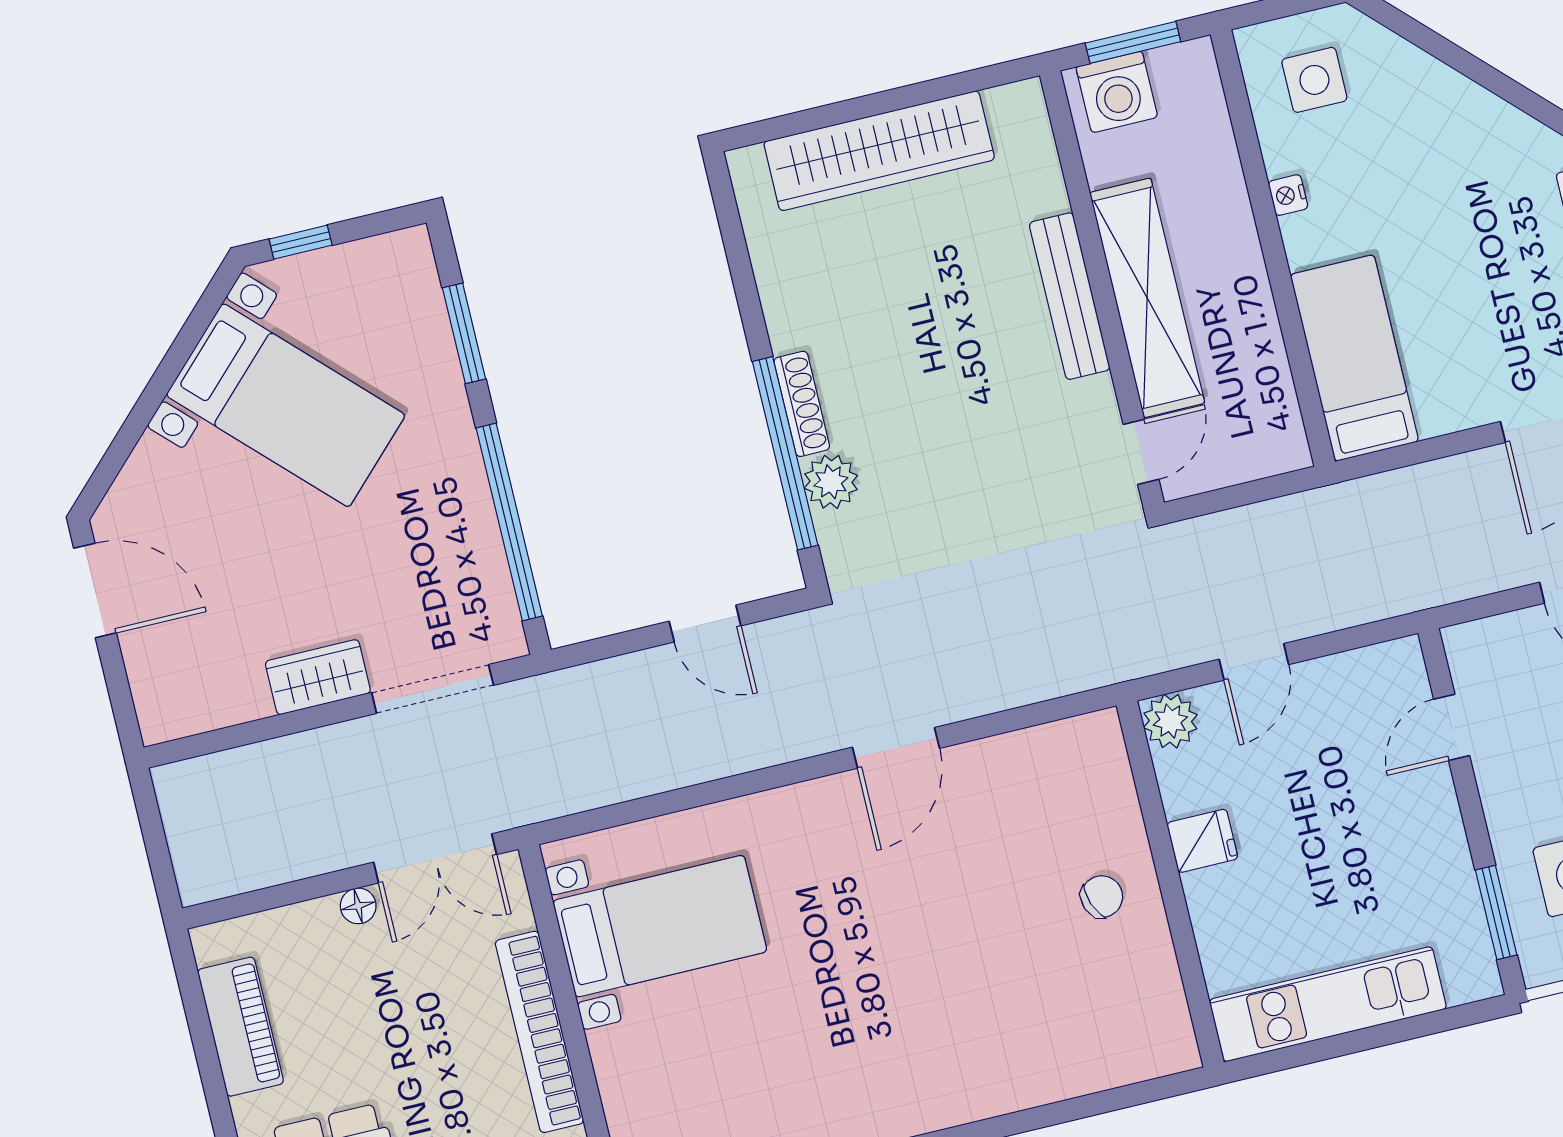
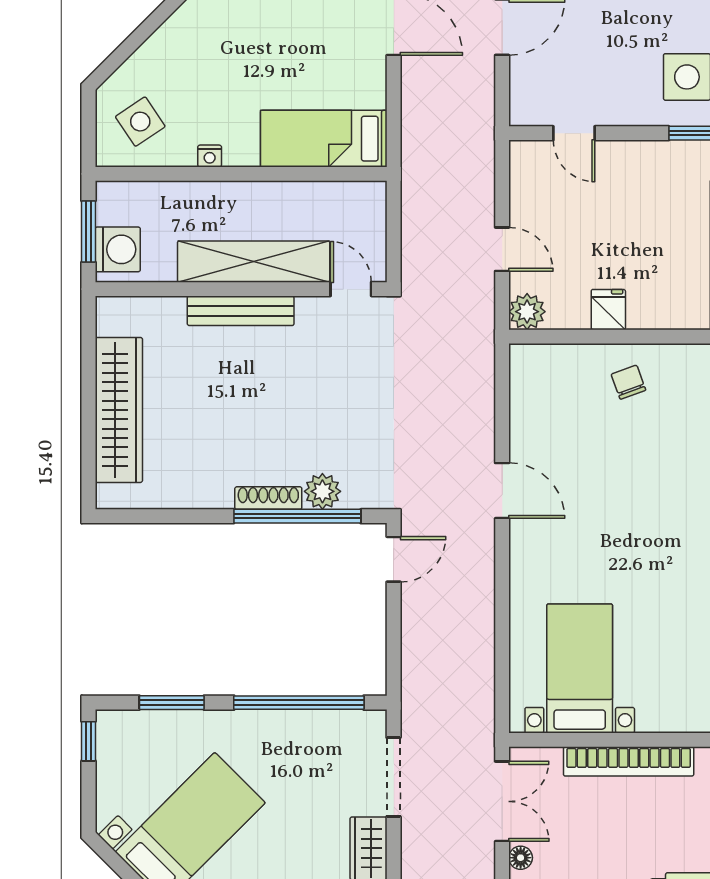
side table: (1314, 80) -> (140, 122), turned -34
window: (301, 242) -> (89, 741), moved
door: (705, 623) -> (394, 559), moved

